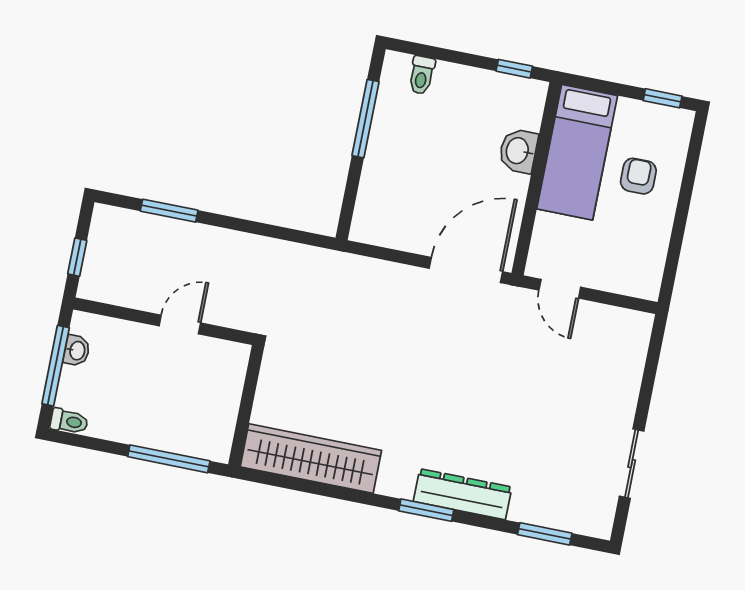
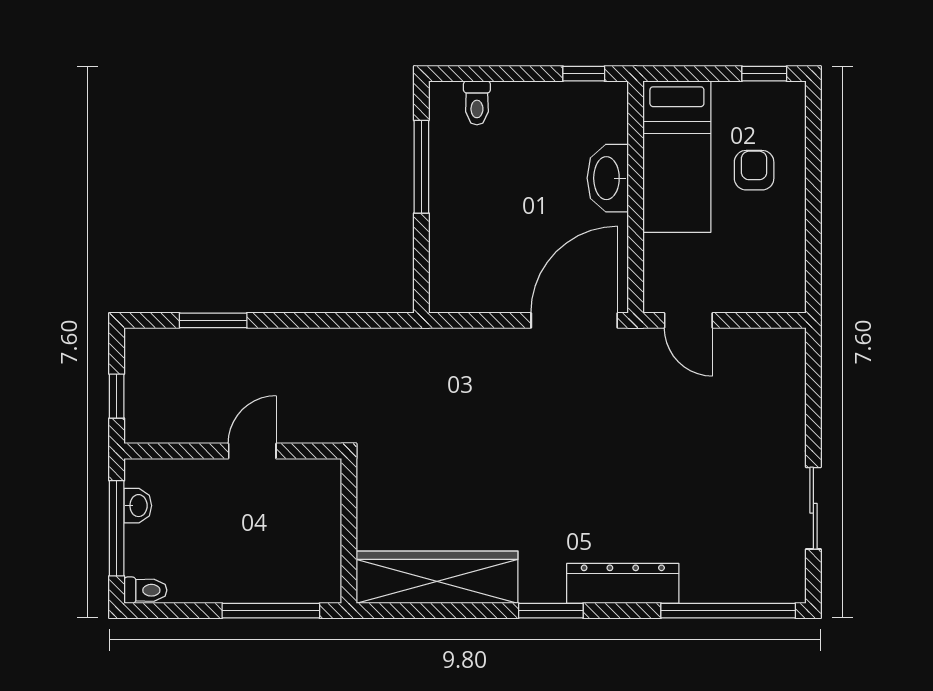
washbasin: (518, 151) -> (608, 178), width x1.38
window: (426, 510) -> (551, 611), moved
window: (545, 534) -> (728, 611), width x2.11

